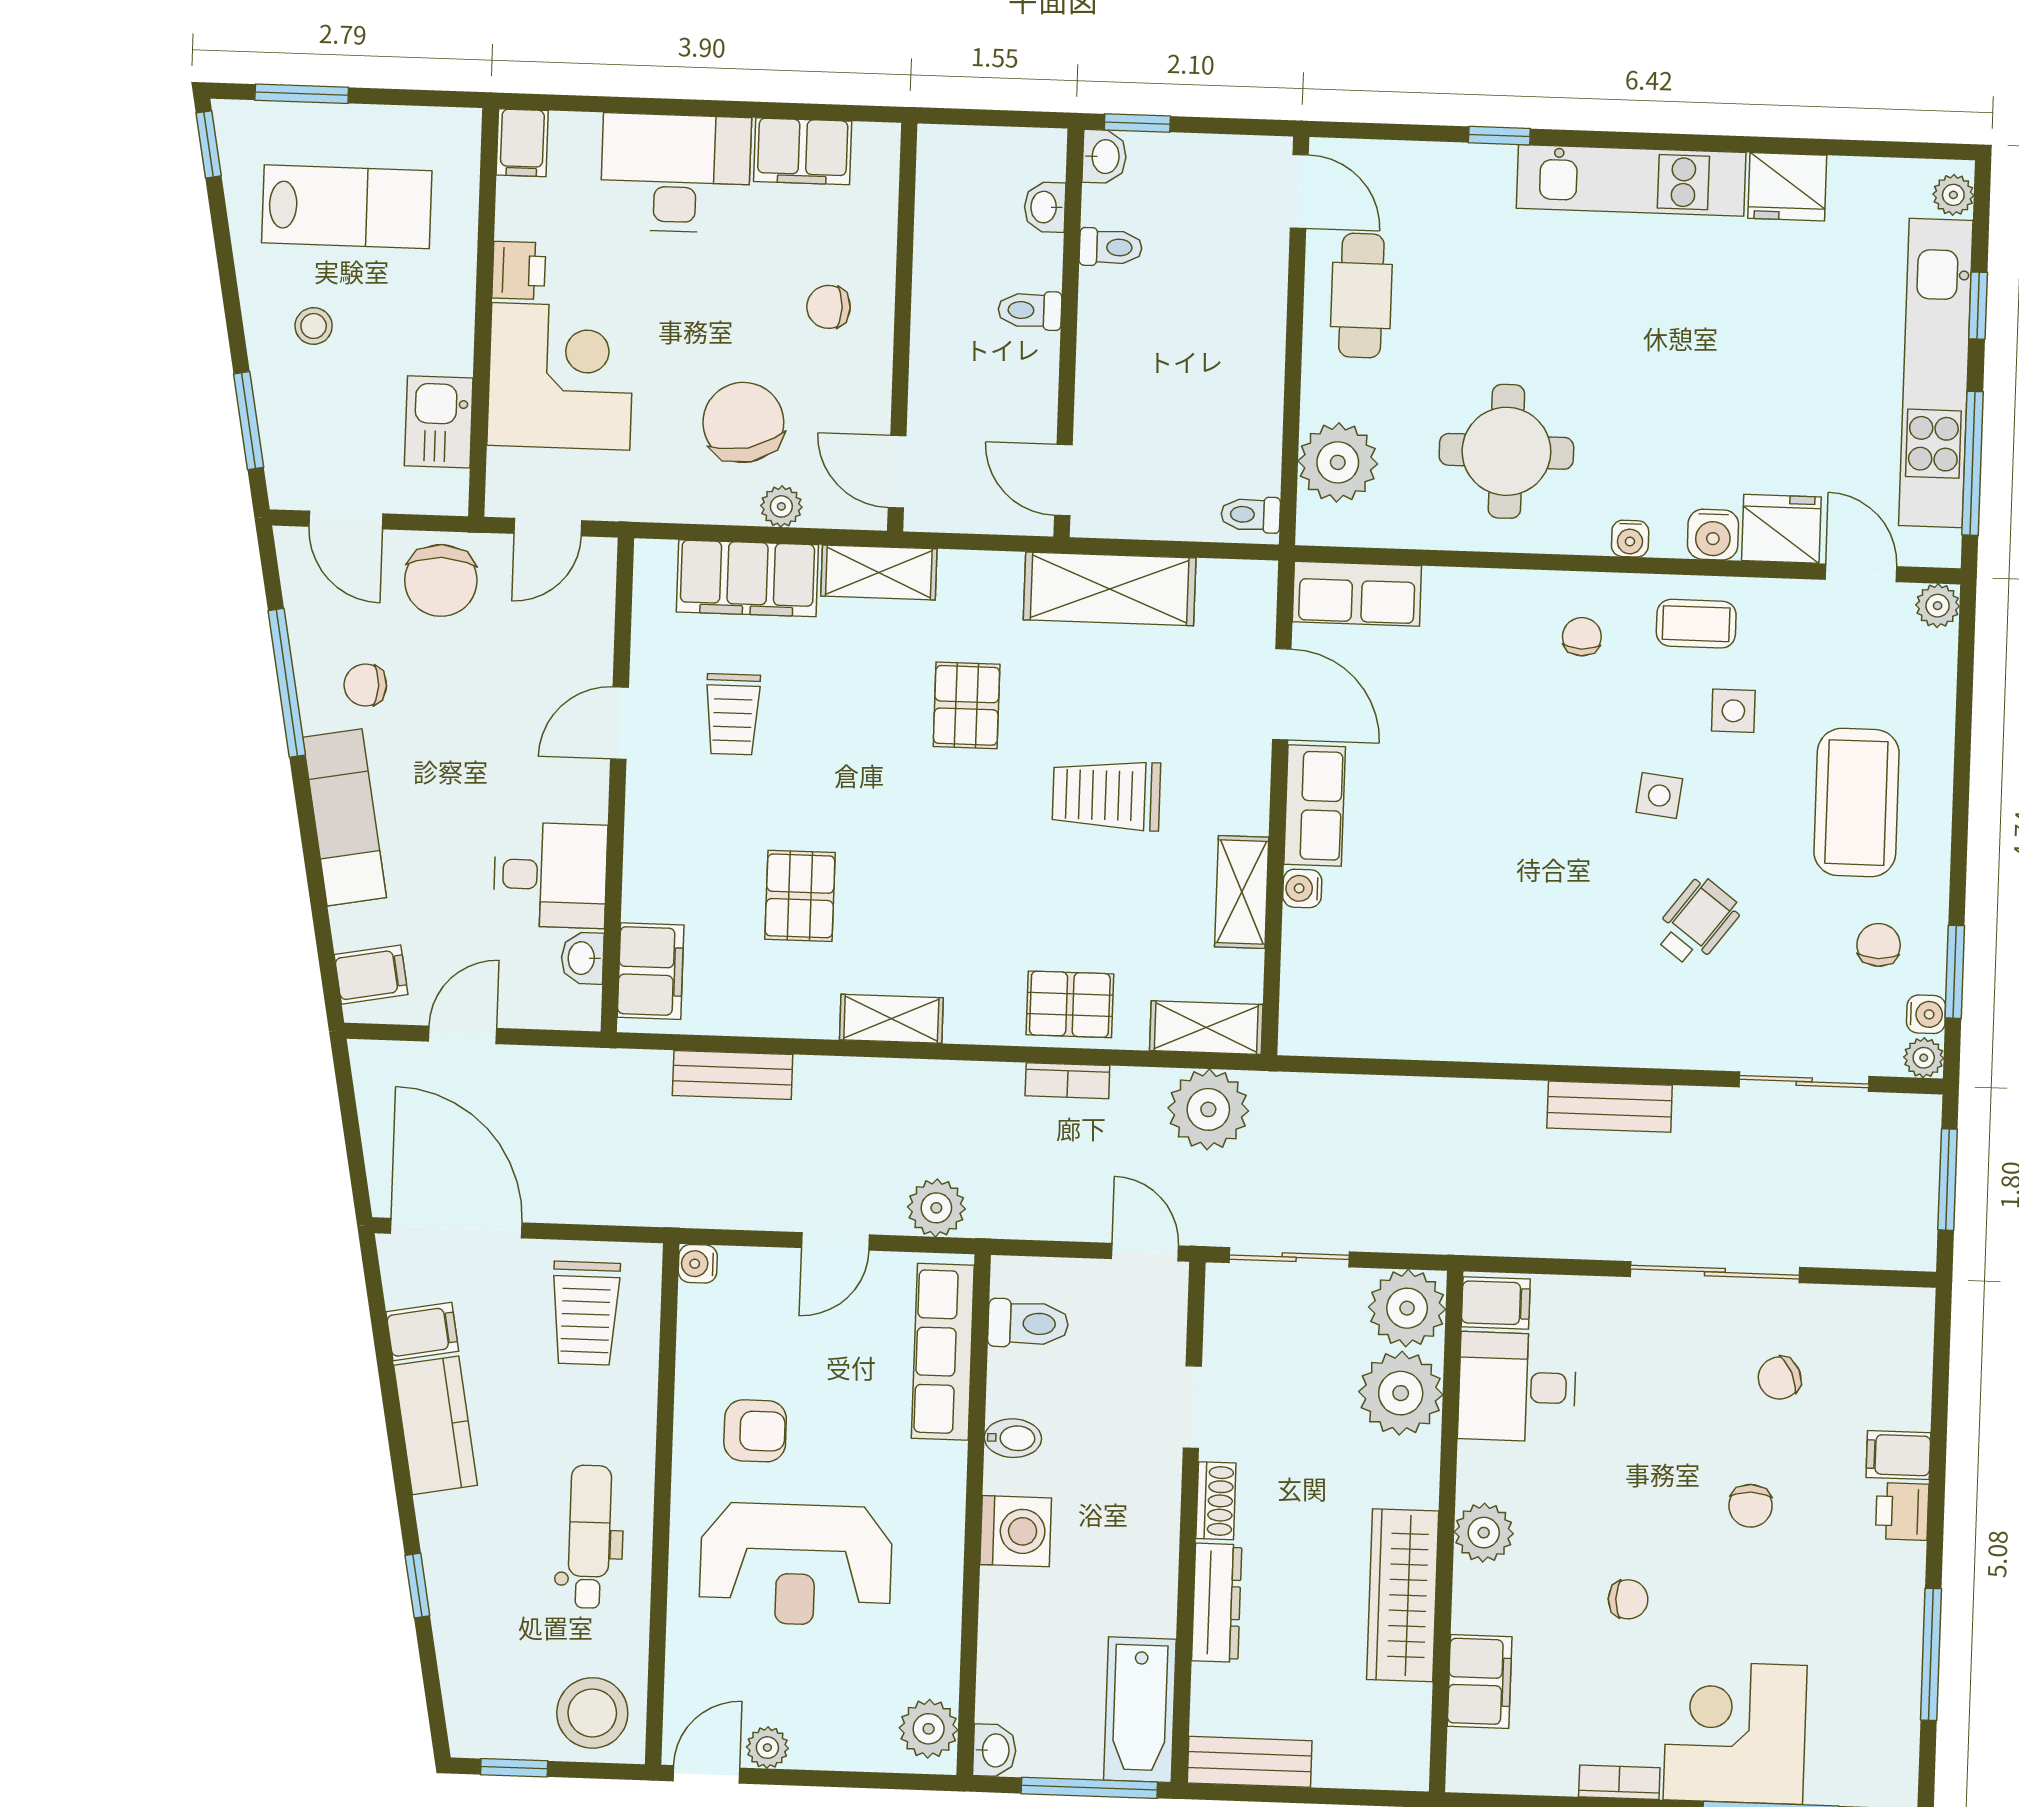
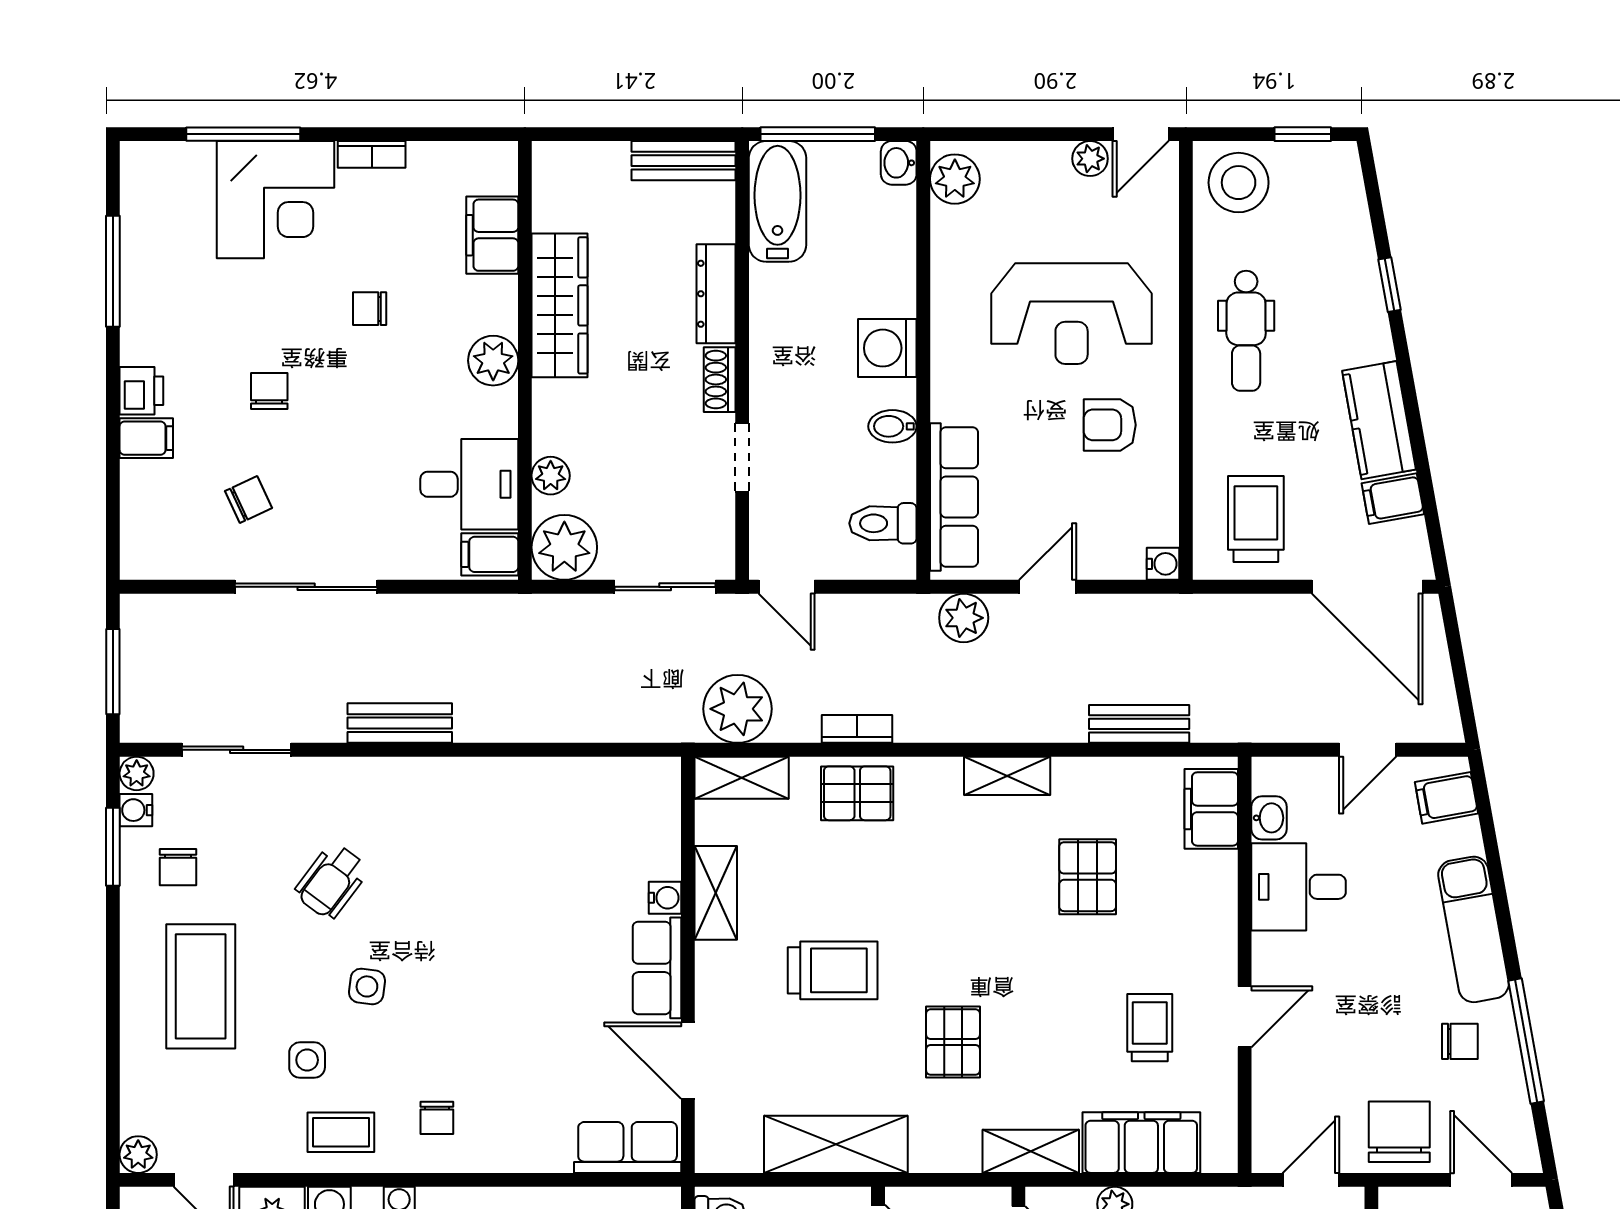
plant: (1401, 1393) -> (551, 476), width x0.53, depth x0.53
reception desk: (796, 1564) -> (1072, 314), turned 180

